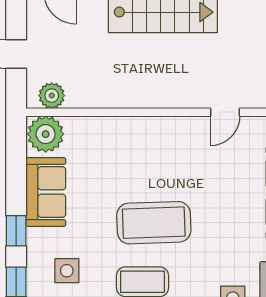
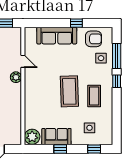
plant: (52, 96) -> (16, 77), moved
window: (16, 231) -> (60, 149), moved

